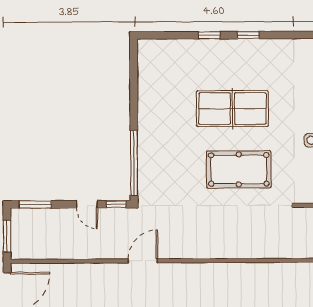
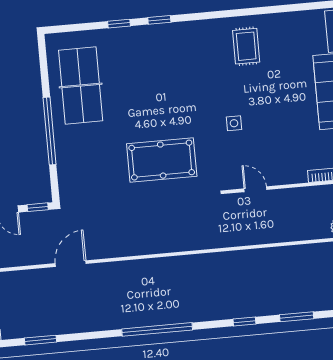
table tennis table: (232, 109) -> (81, 85), moved, turned 90
window: (134, 163) -> (50, 131), moved

